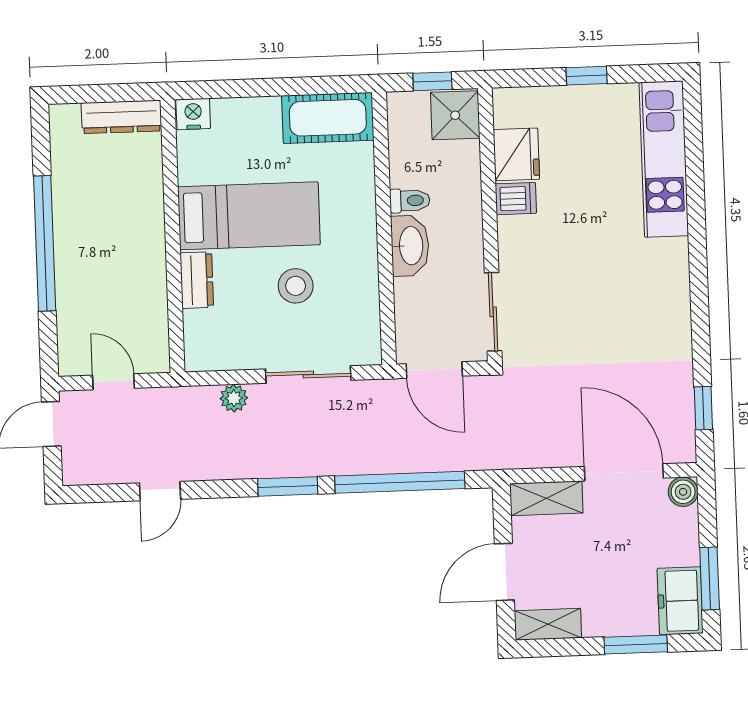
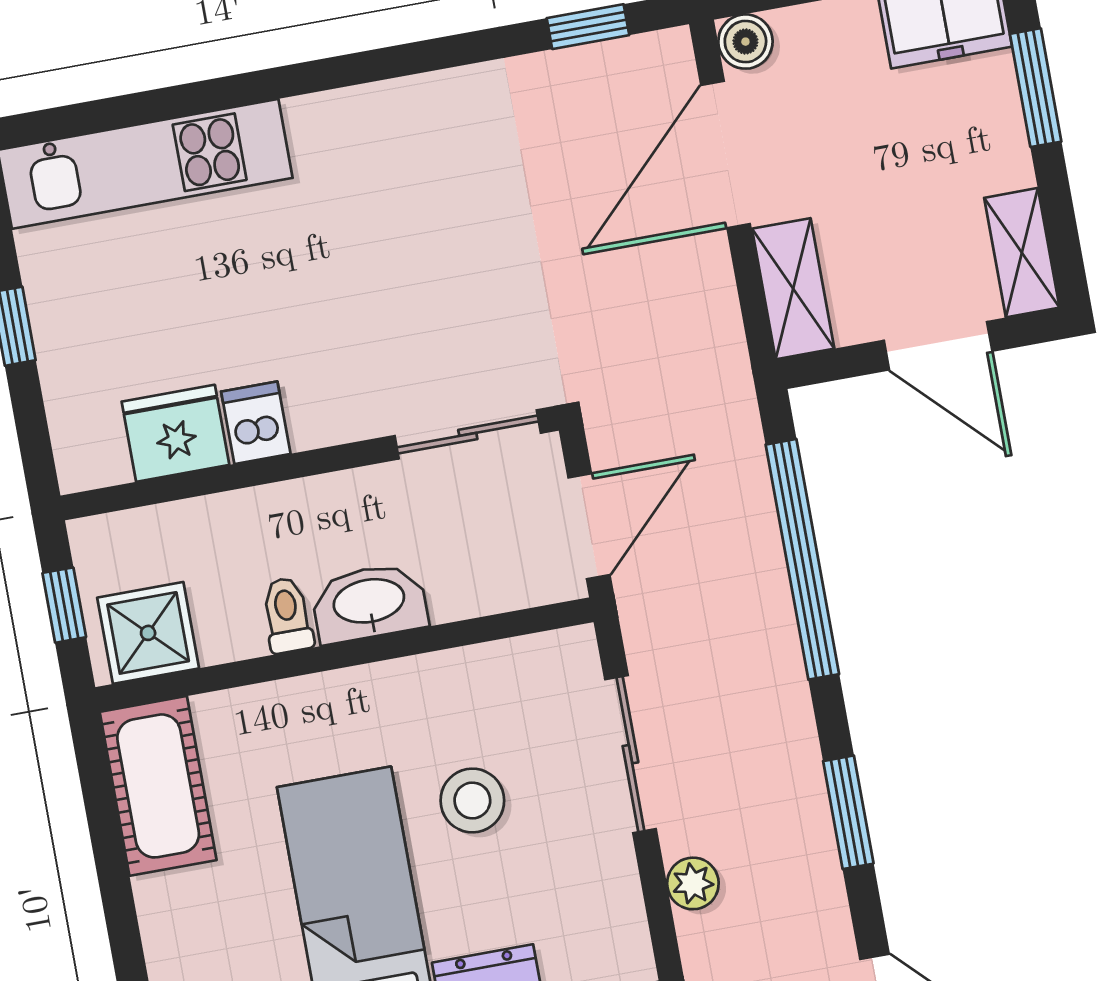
shower: (455, 115) -> (148, 633), moved
window: (288, 486) -> (848, 812), moved

